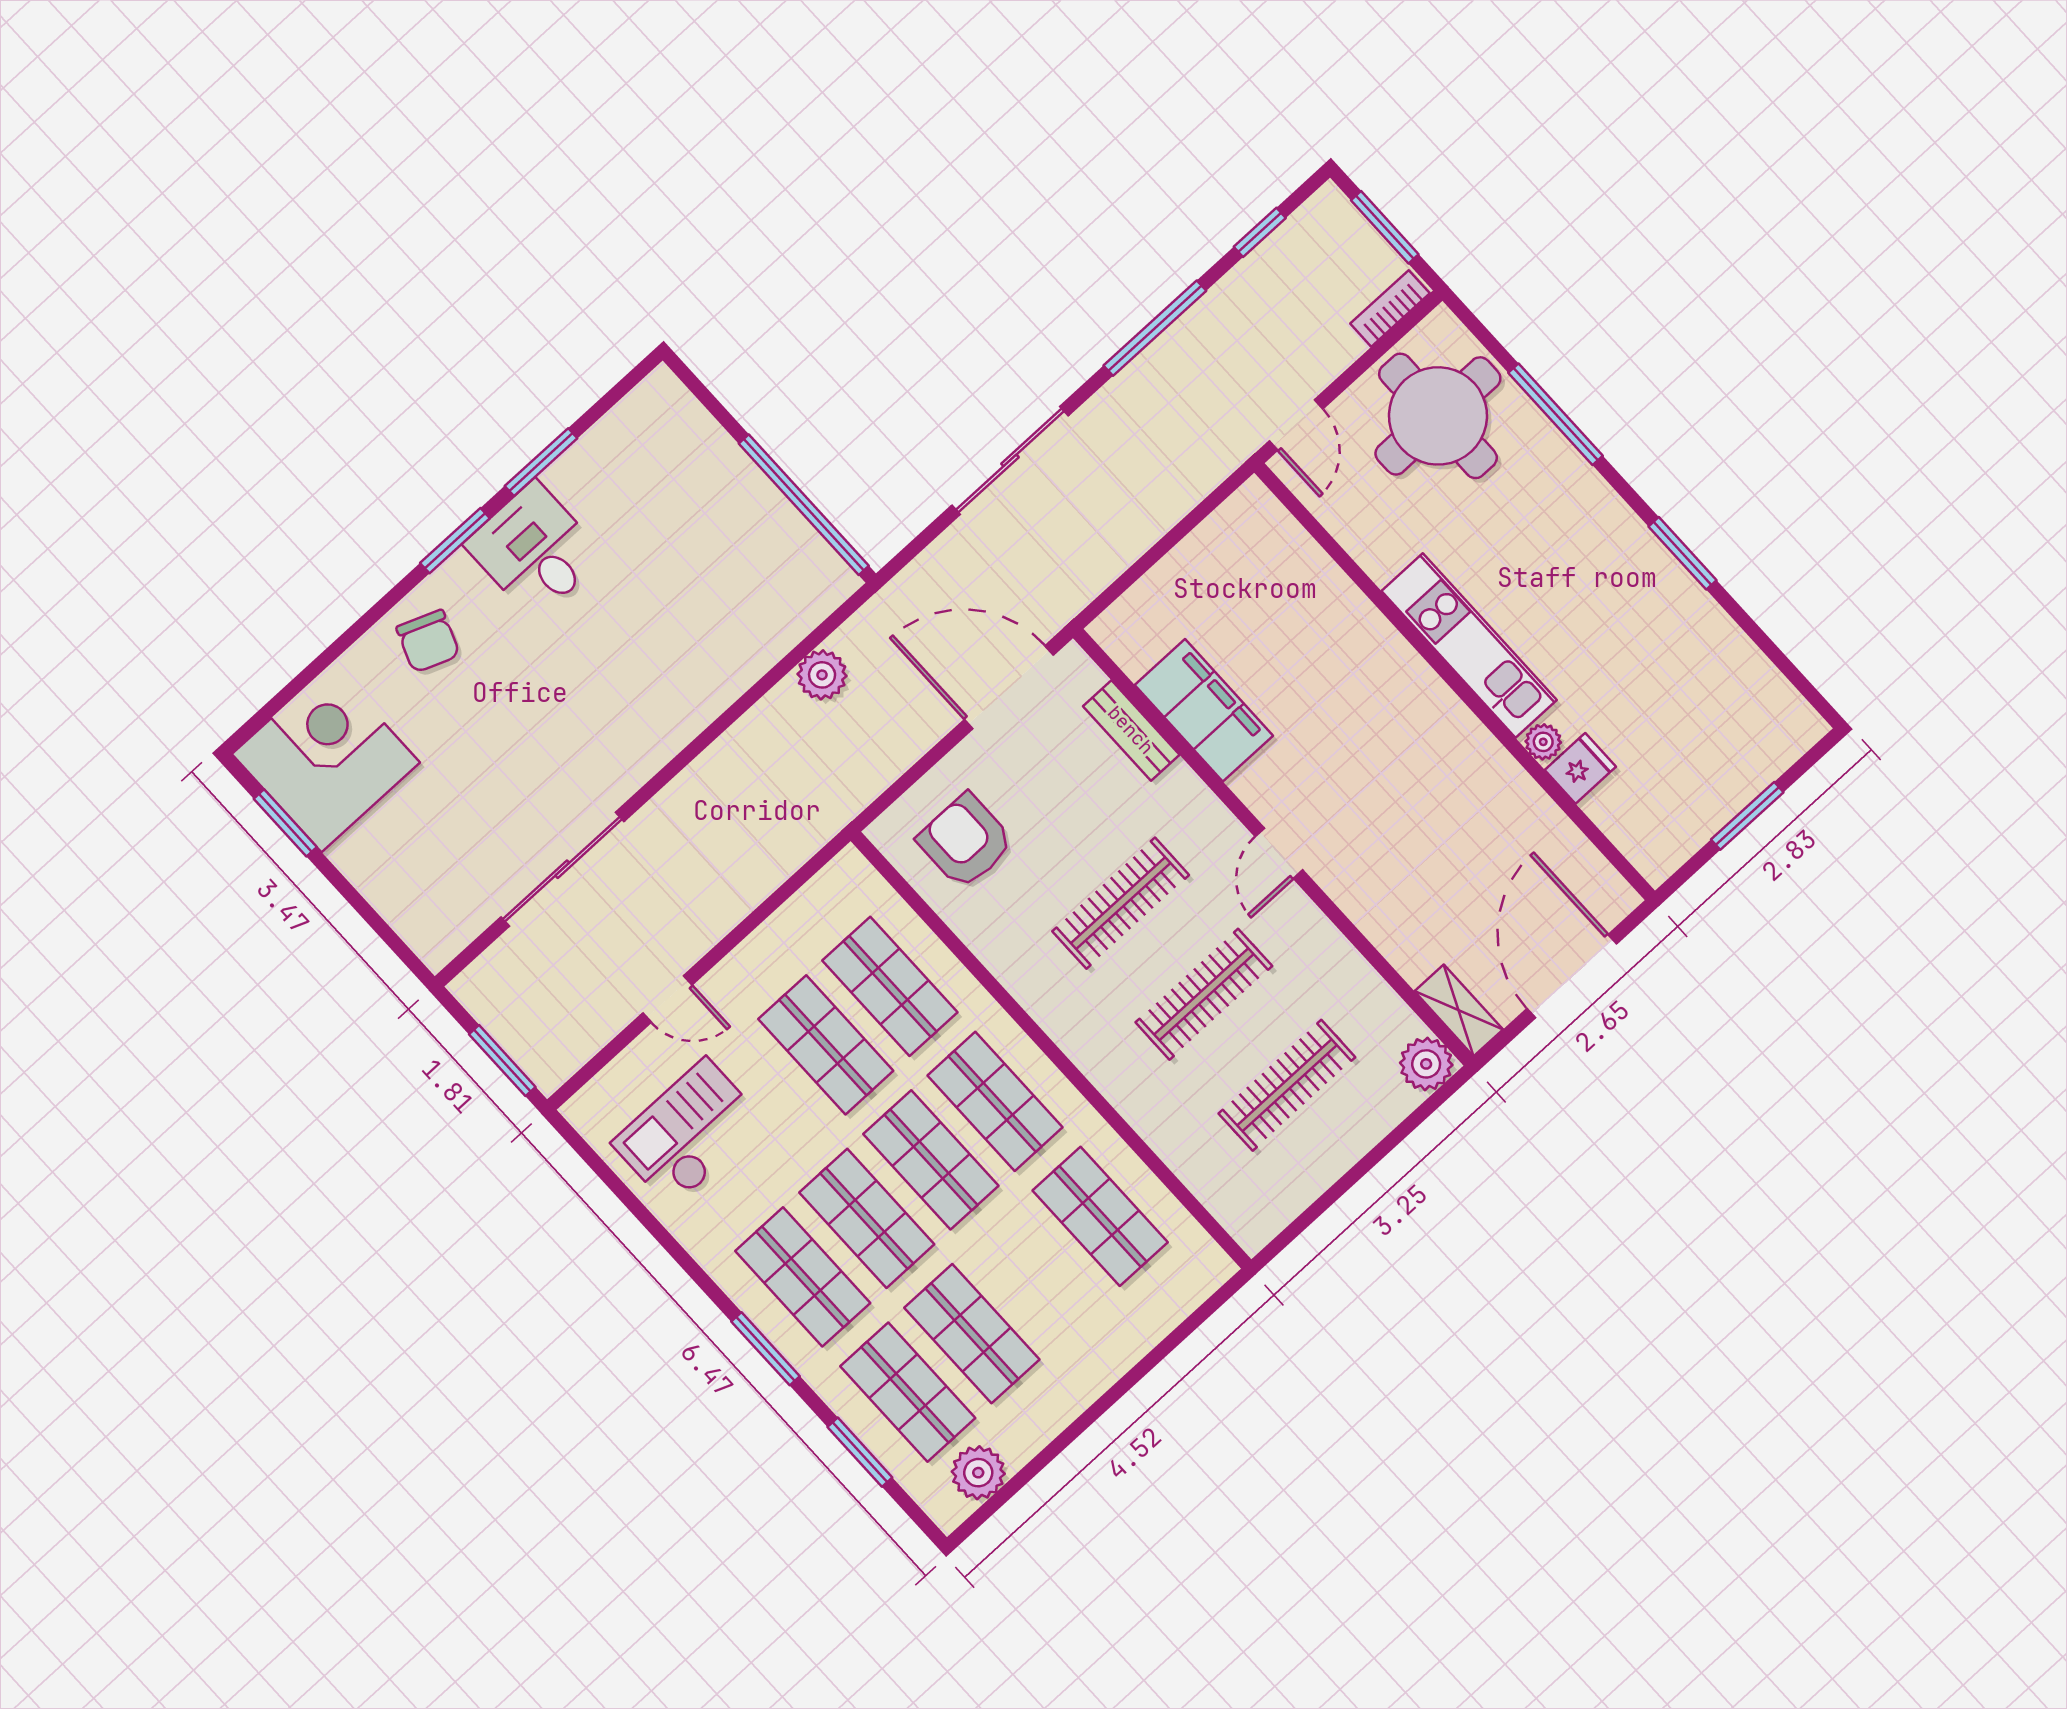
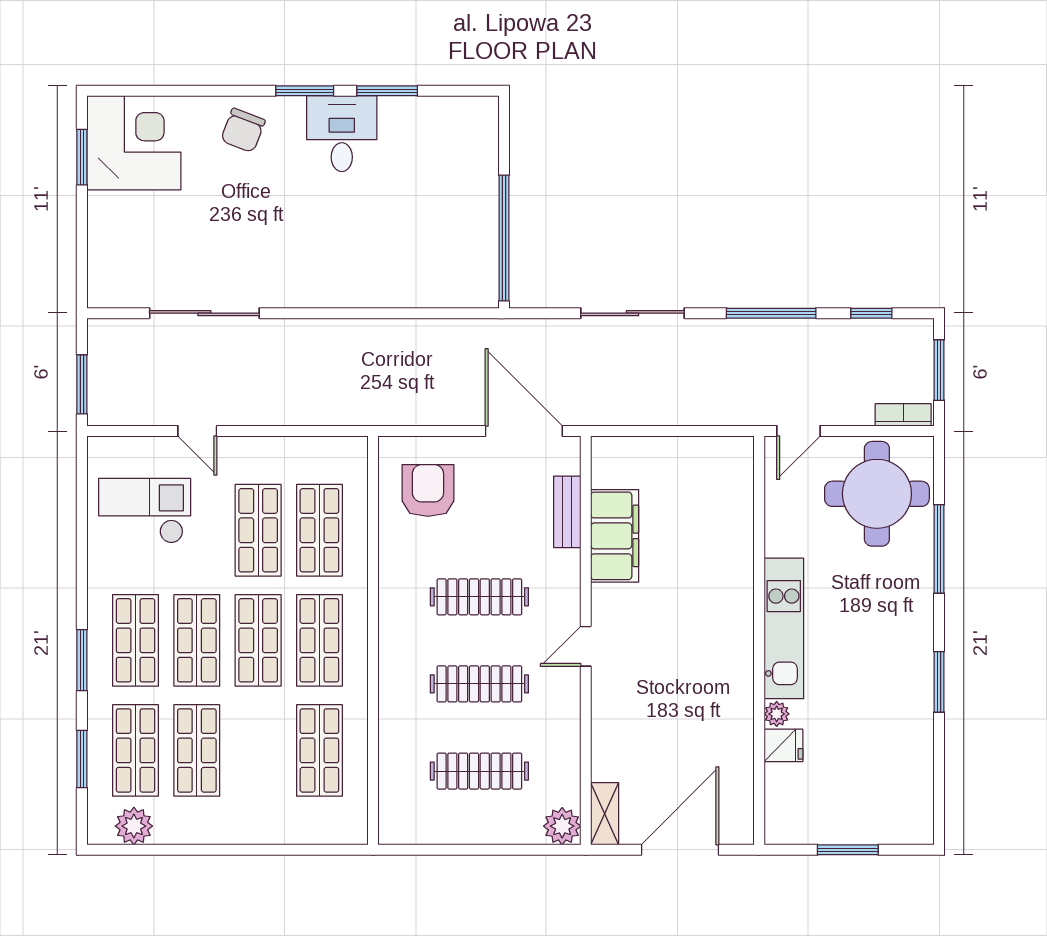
plant: (822, 675) -> (432, 336), removed

